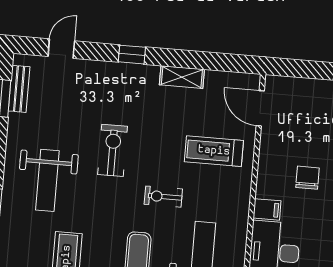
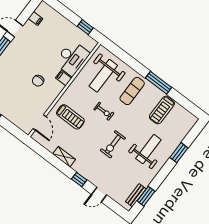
door: (61, 49) -> (99, 195), moved

